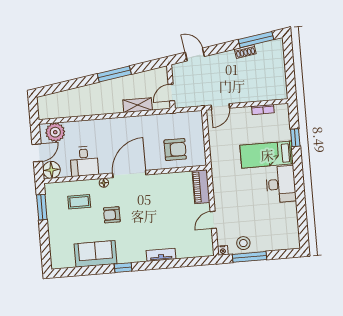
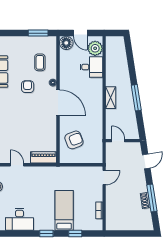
window: (256, 40) -> (152, 198), moved
shelving: (138, 105) -> (111, 98), moved
door: (220, 107) -> (104, 178), swing flipped
armchair: (175, 150) -> (74, 140), turned -111
desk: (84, 161) -> (91, 67), moved, turned 180
window: (298, 175) -> (46, 234), added
desk: (281, 184) -> (20, 219), moved

